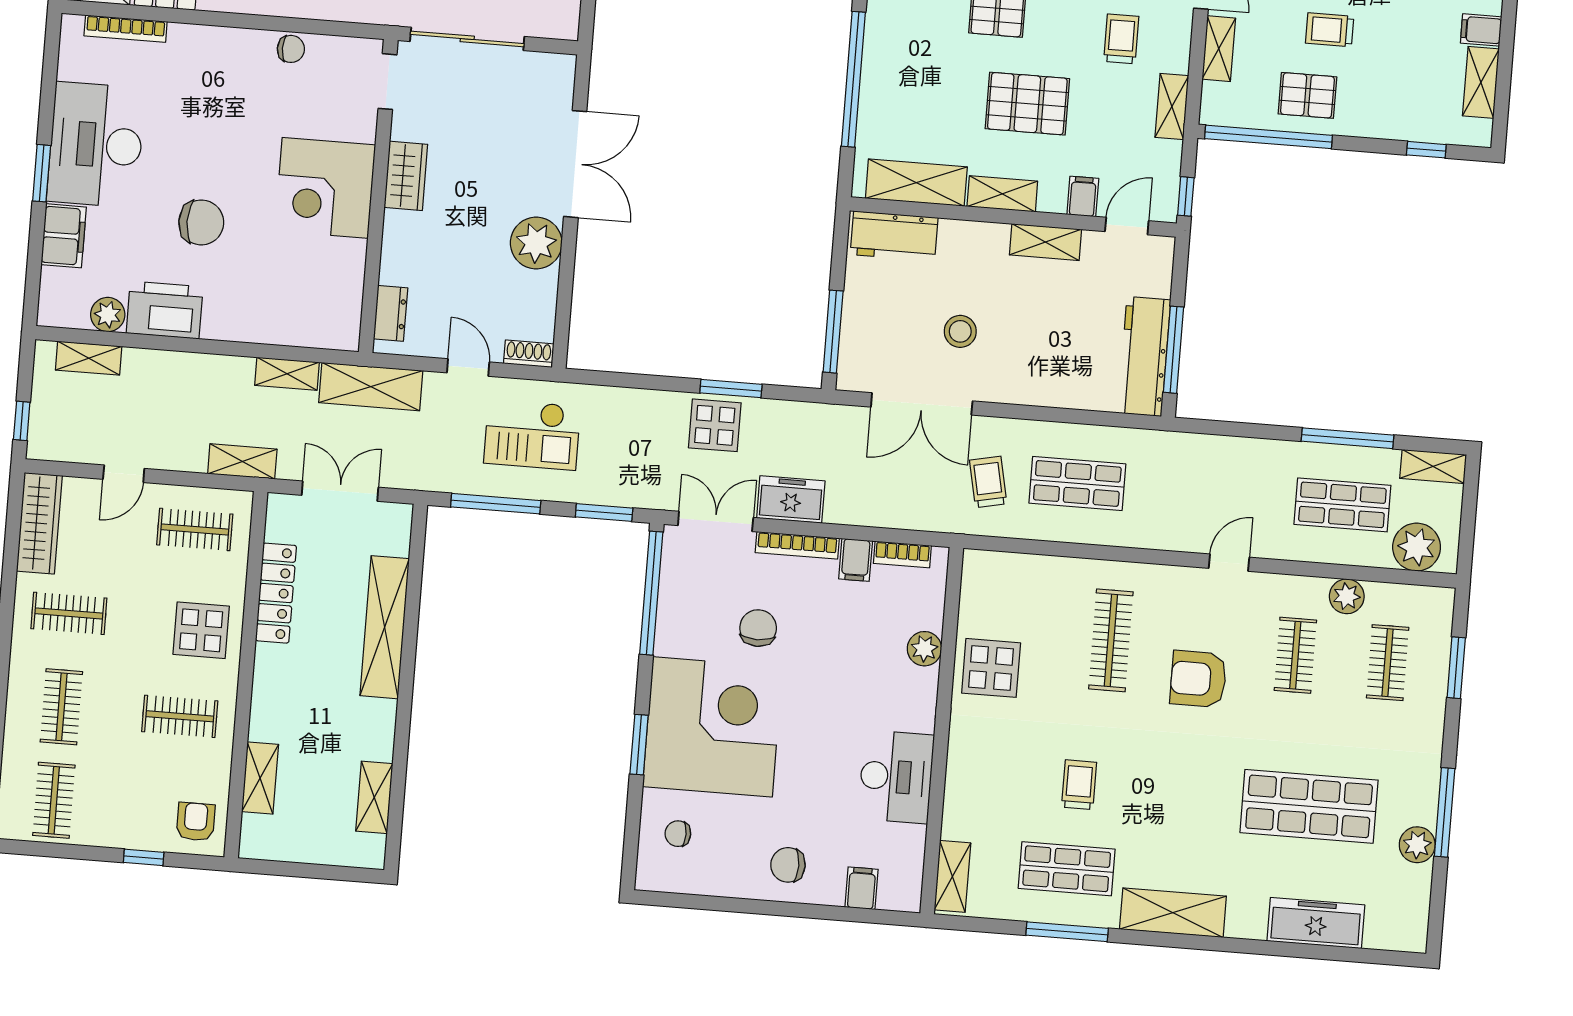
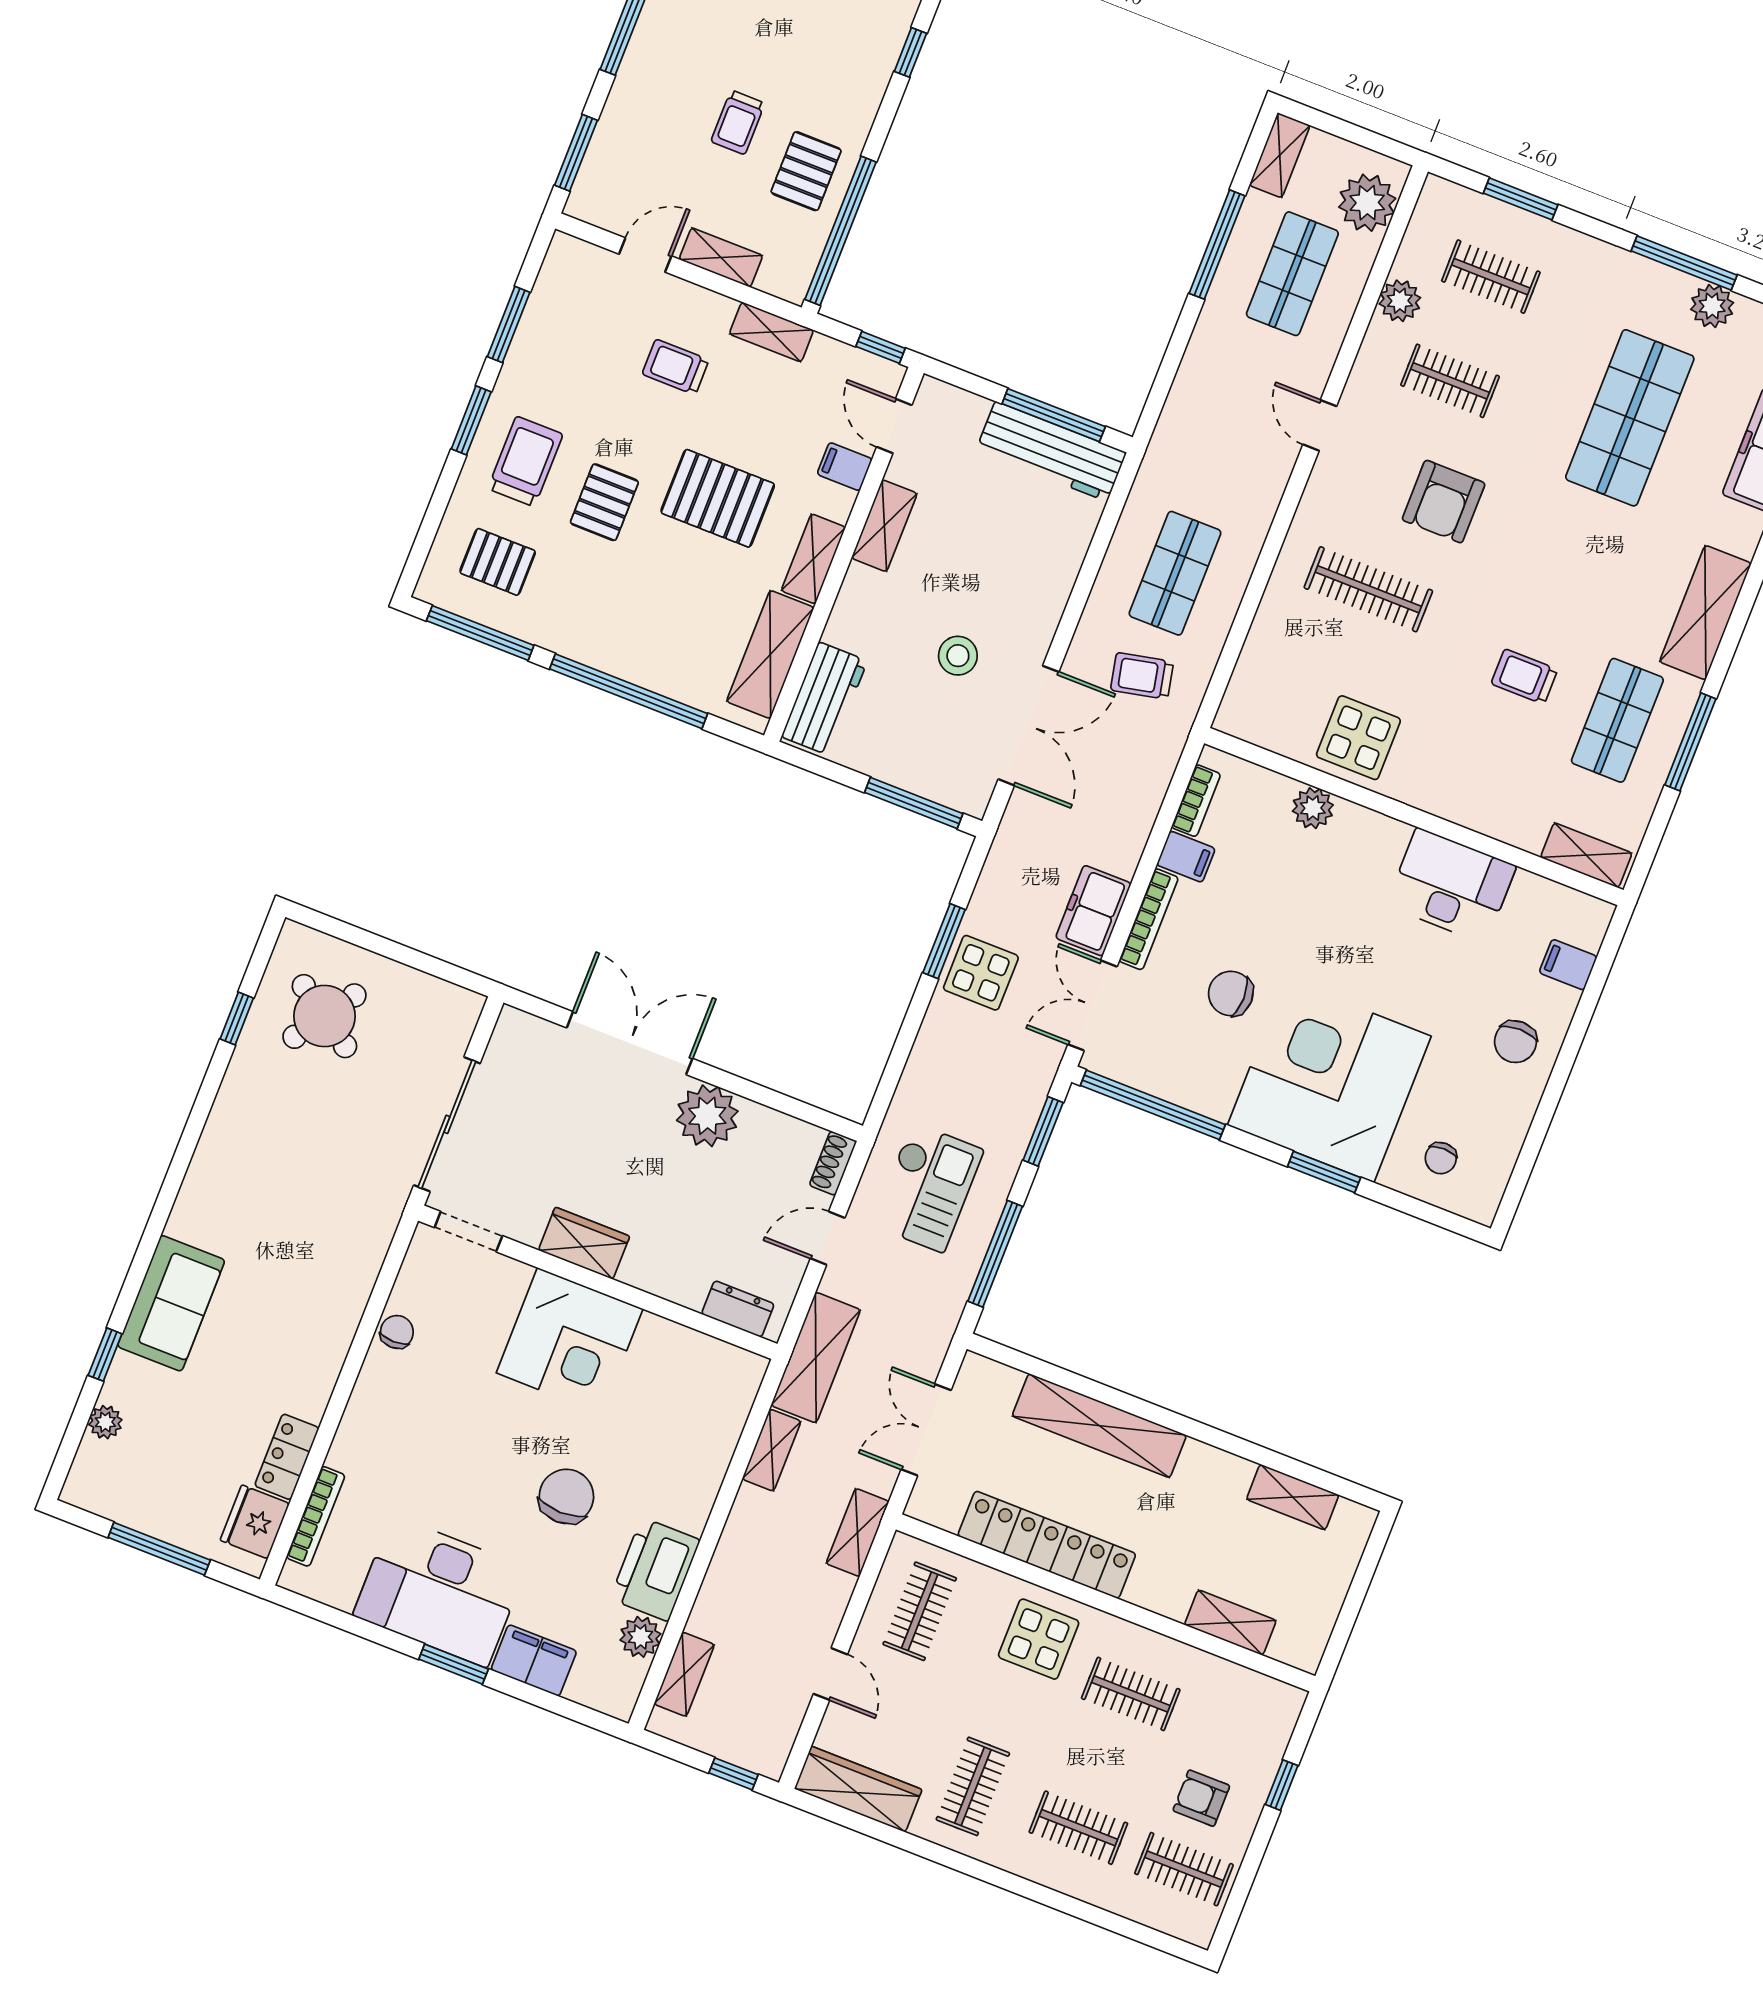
pallet: (1027, 104) -> (718, 498), turned 90
locker: (276, 593) -> (1047, 1545), width x1.41, depth x1.21
clothes rail: (180, 716) -> (1131, 1694), turned 90
armchair: (196, 822) -> (1201, 1798), moved

